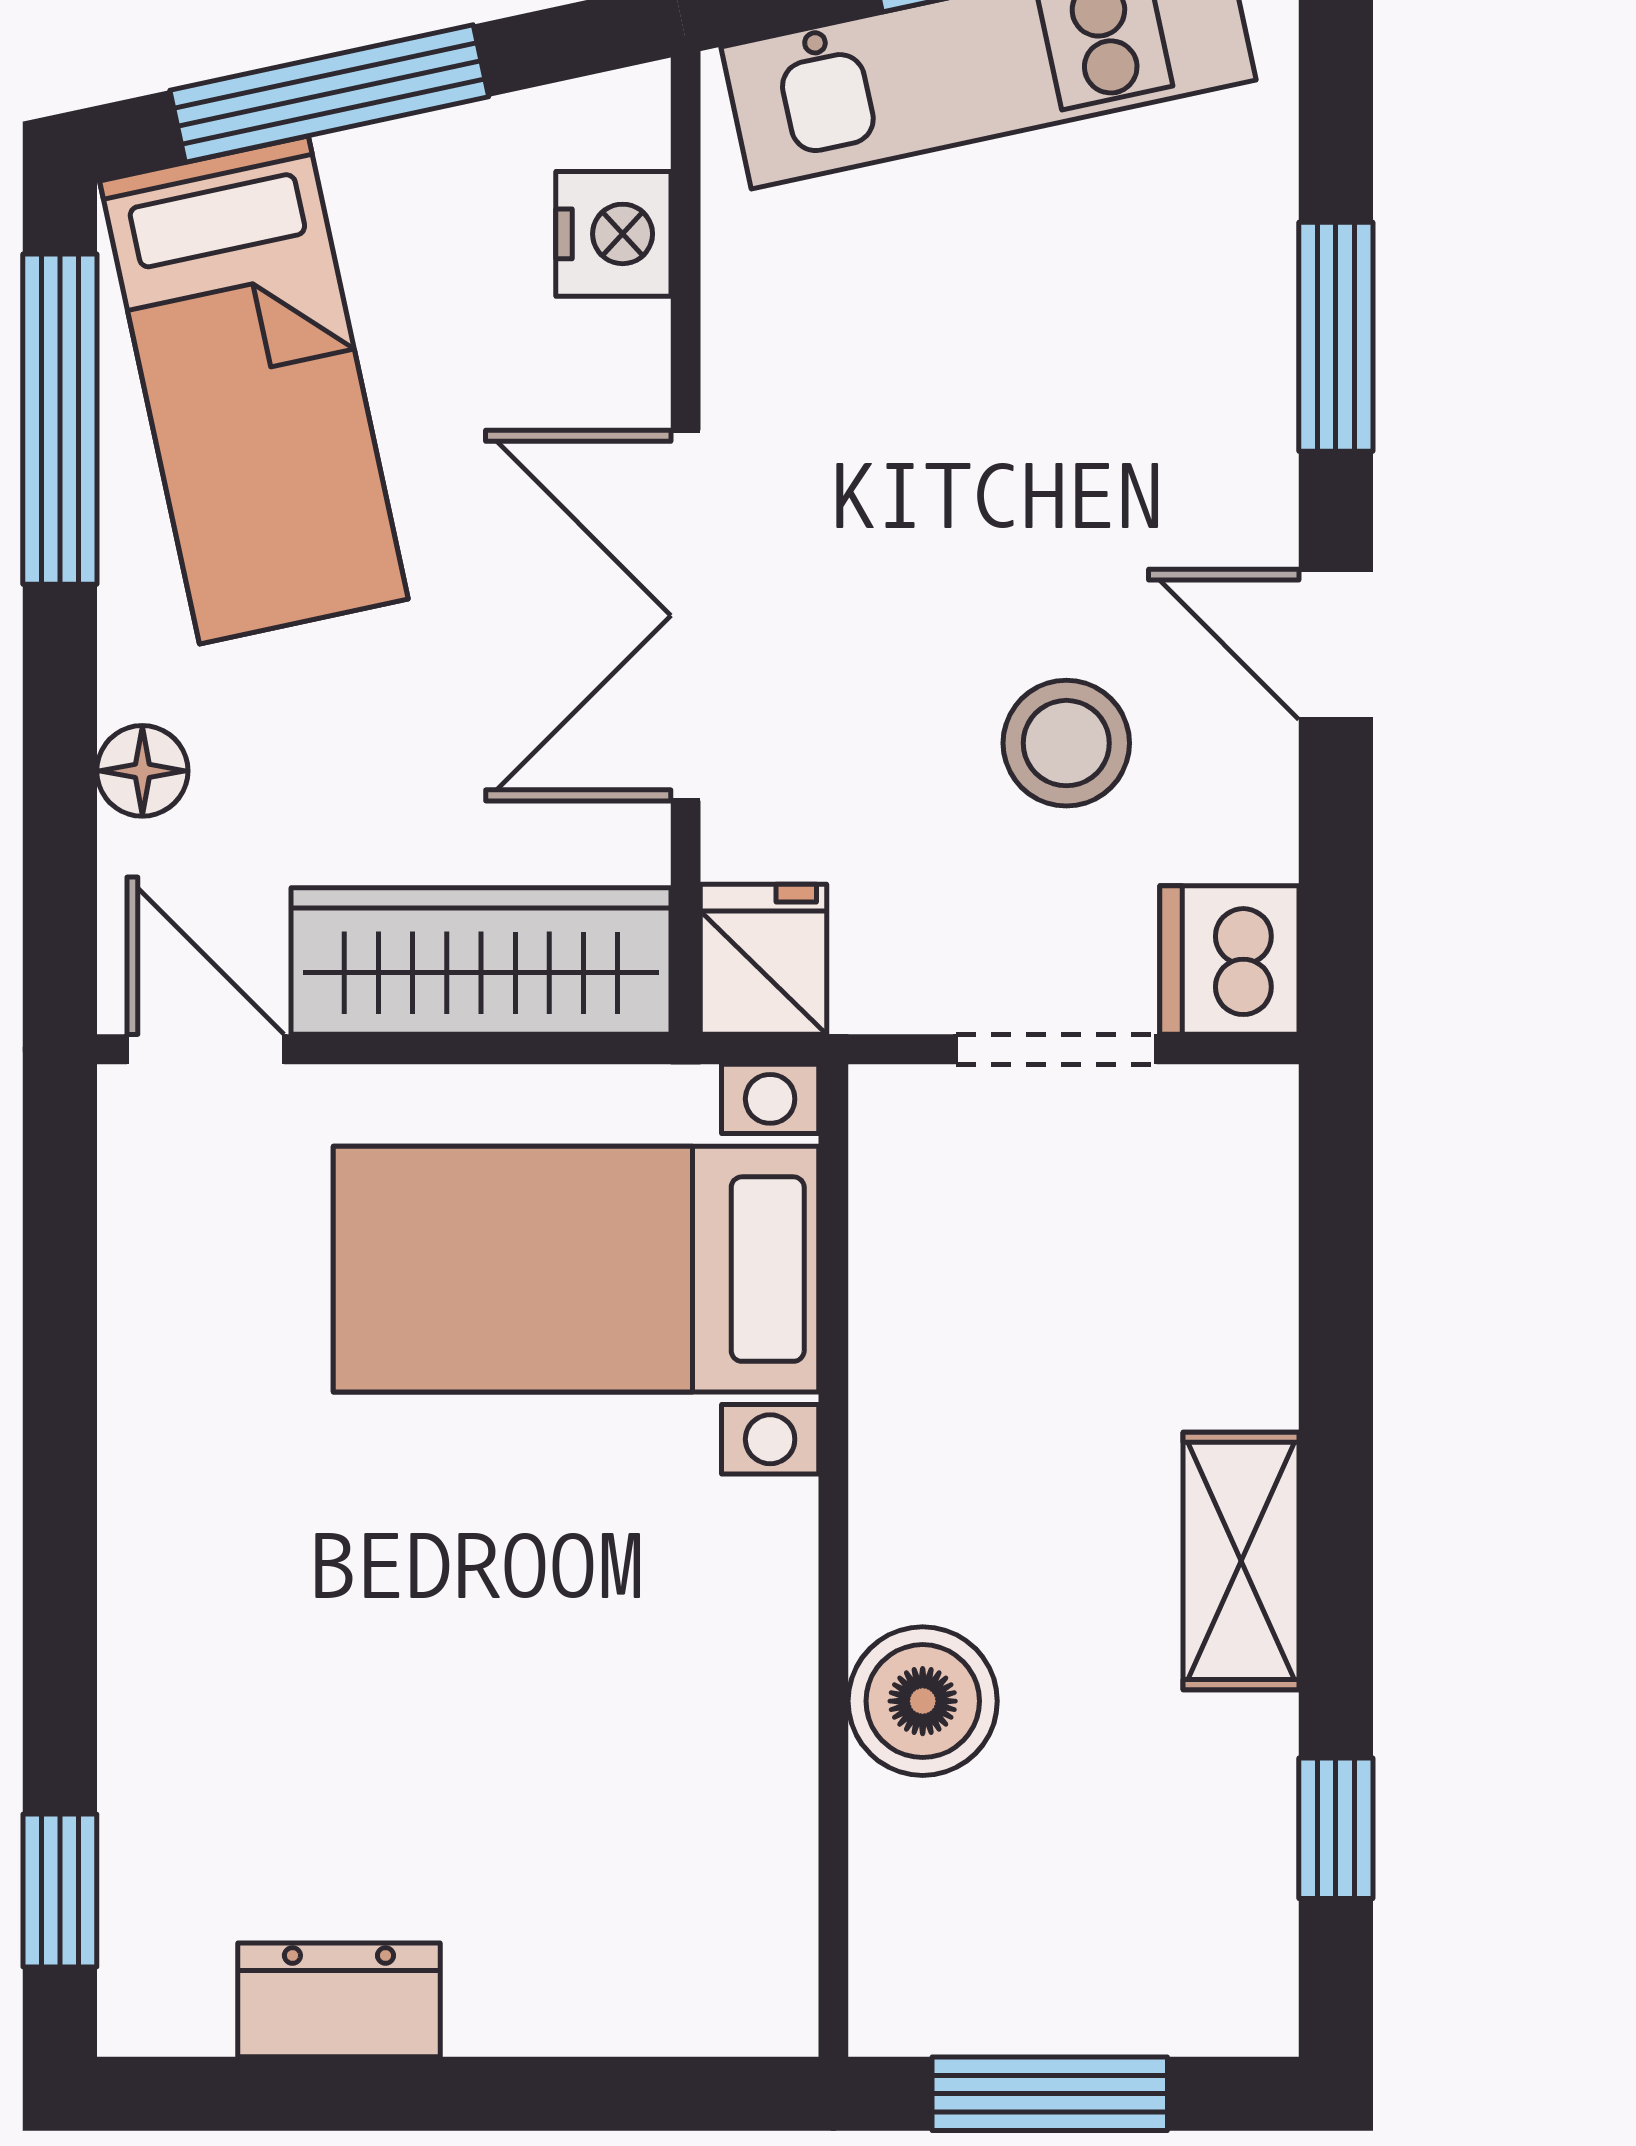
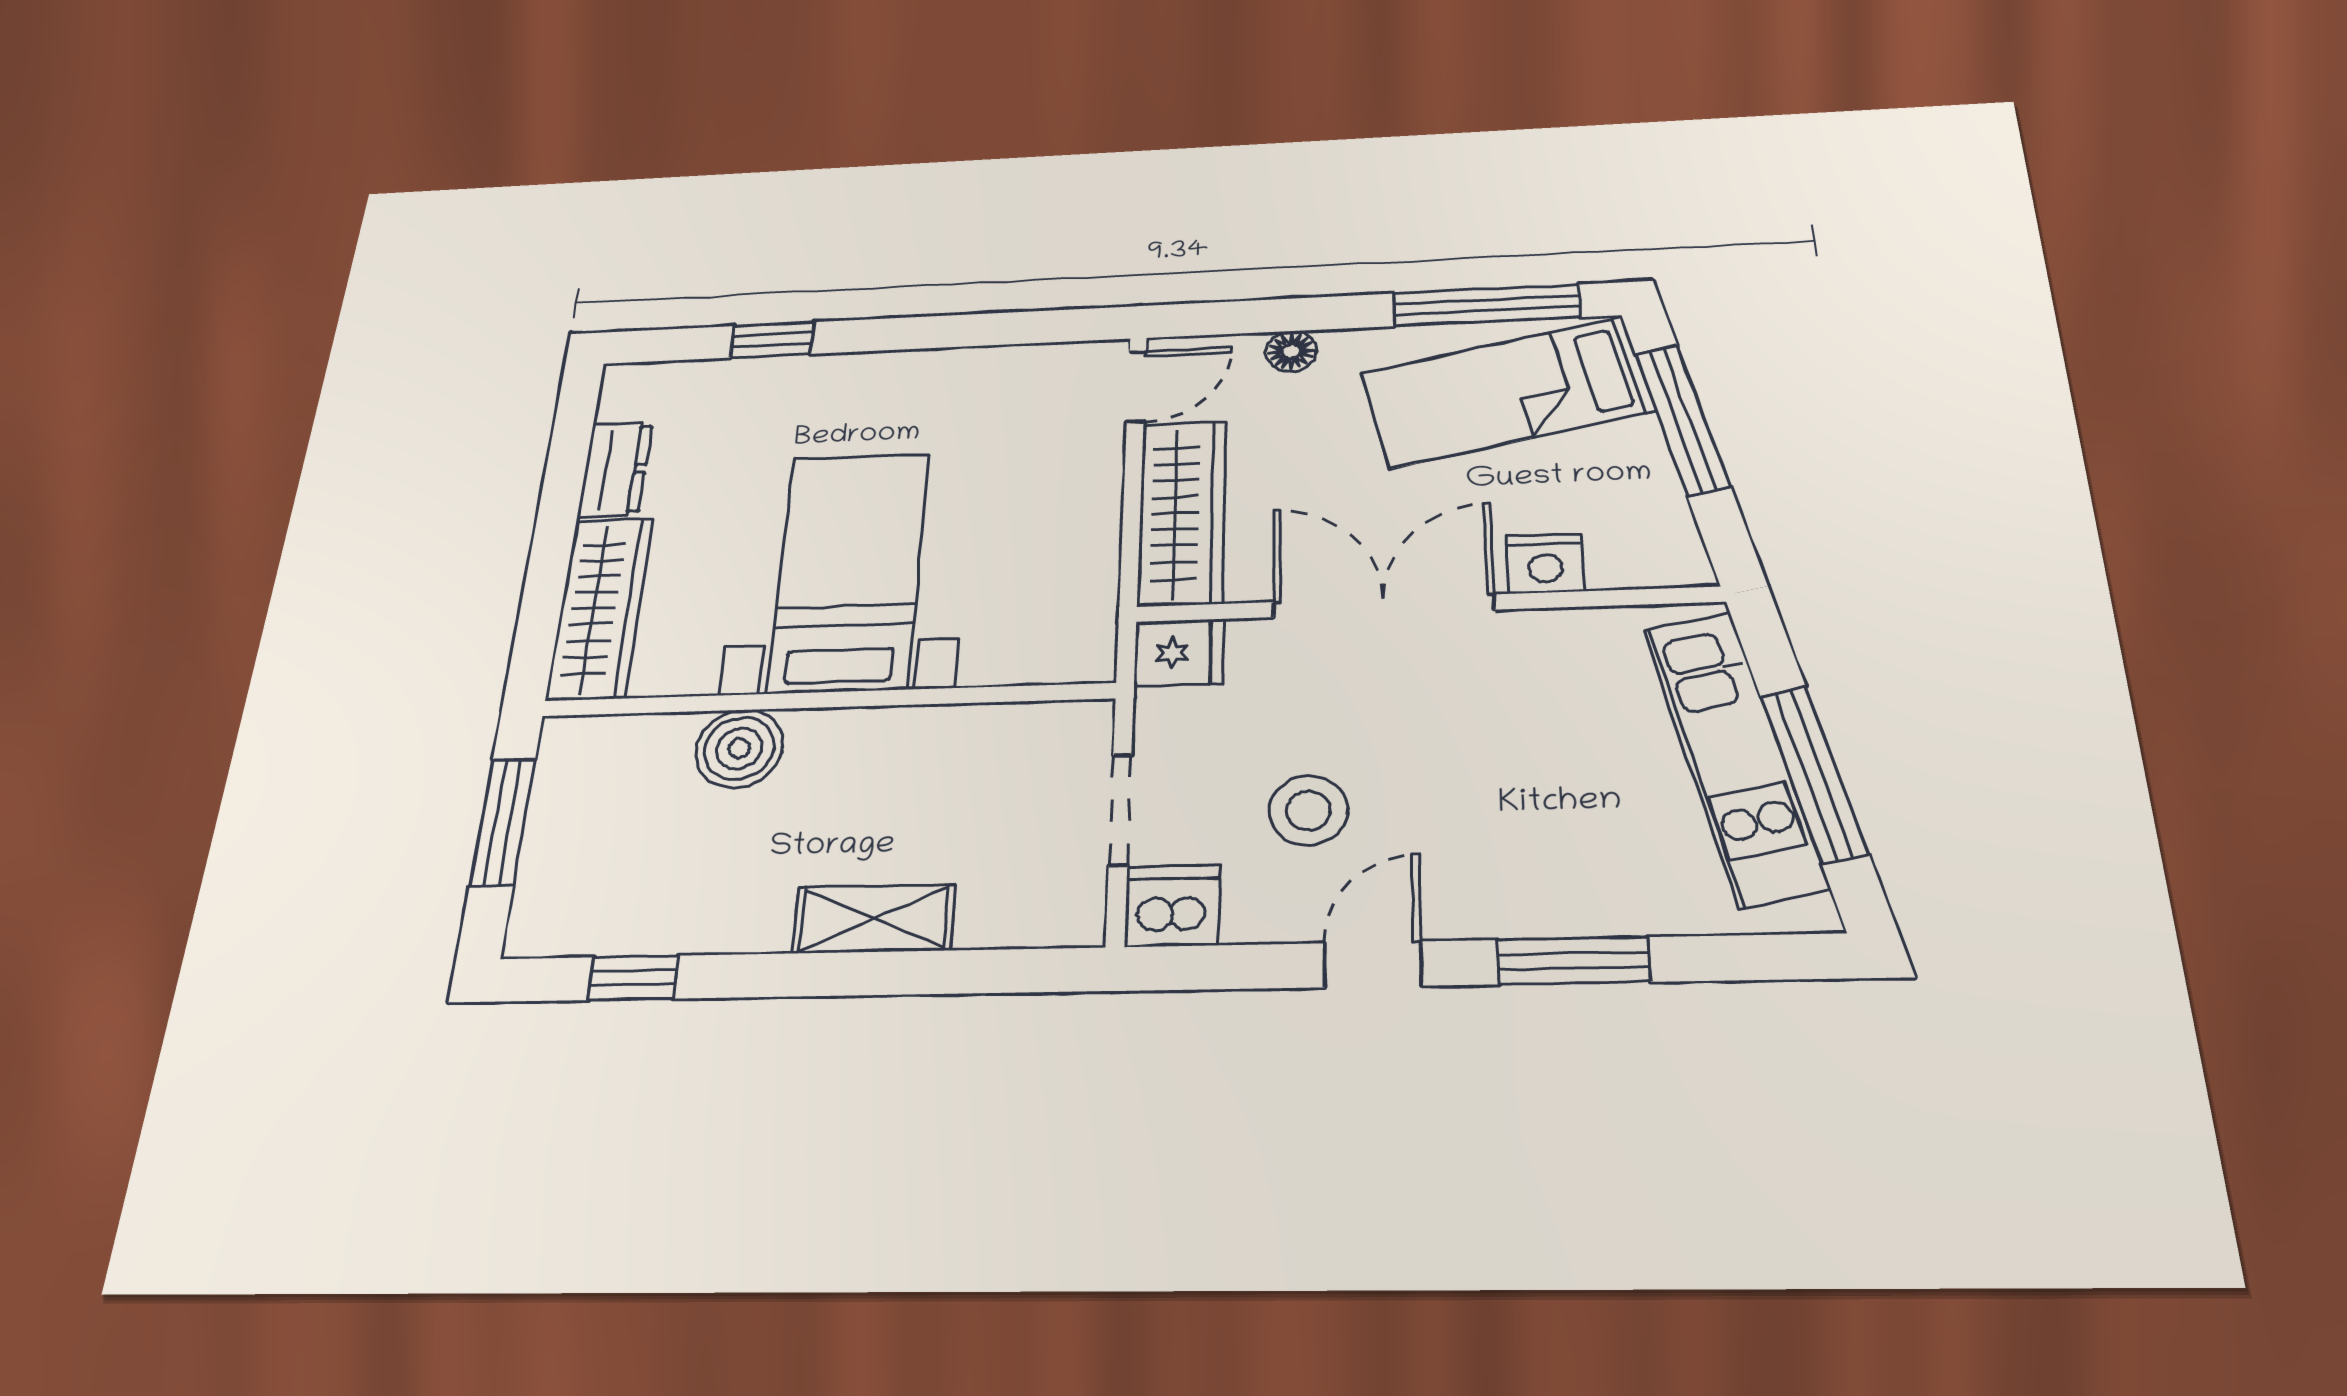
nightstand: (613, 234) -> (1545, 564), moved
bed with nightstands: (576, 1269) -> (849, 571), moved
shelving: (1241, 1561) -> (874, 919), moved
window: (60, 1890) -> (772, 340), moved
wardrobe: (634, 1985) -> (600, 608), added

